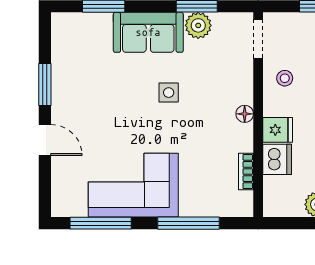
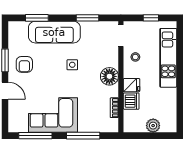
plant: (198, 25) -> (88, 28), removed
sofa: (148, 32) -> (54, 32), width x1.36
armchair: (80, 92) -> (24, 64), added
floor lamp: (245, 114) -> (109, 76), width x1.89, depth x1.89

